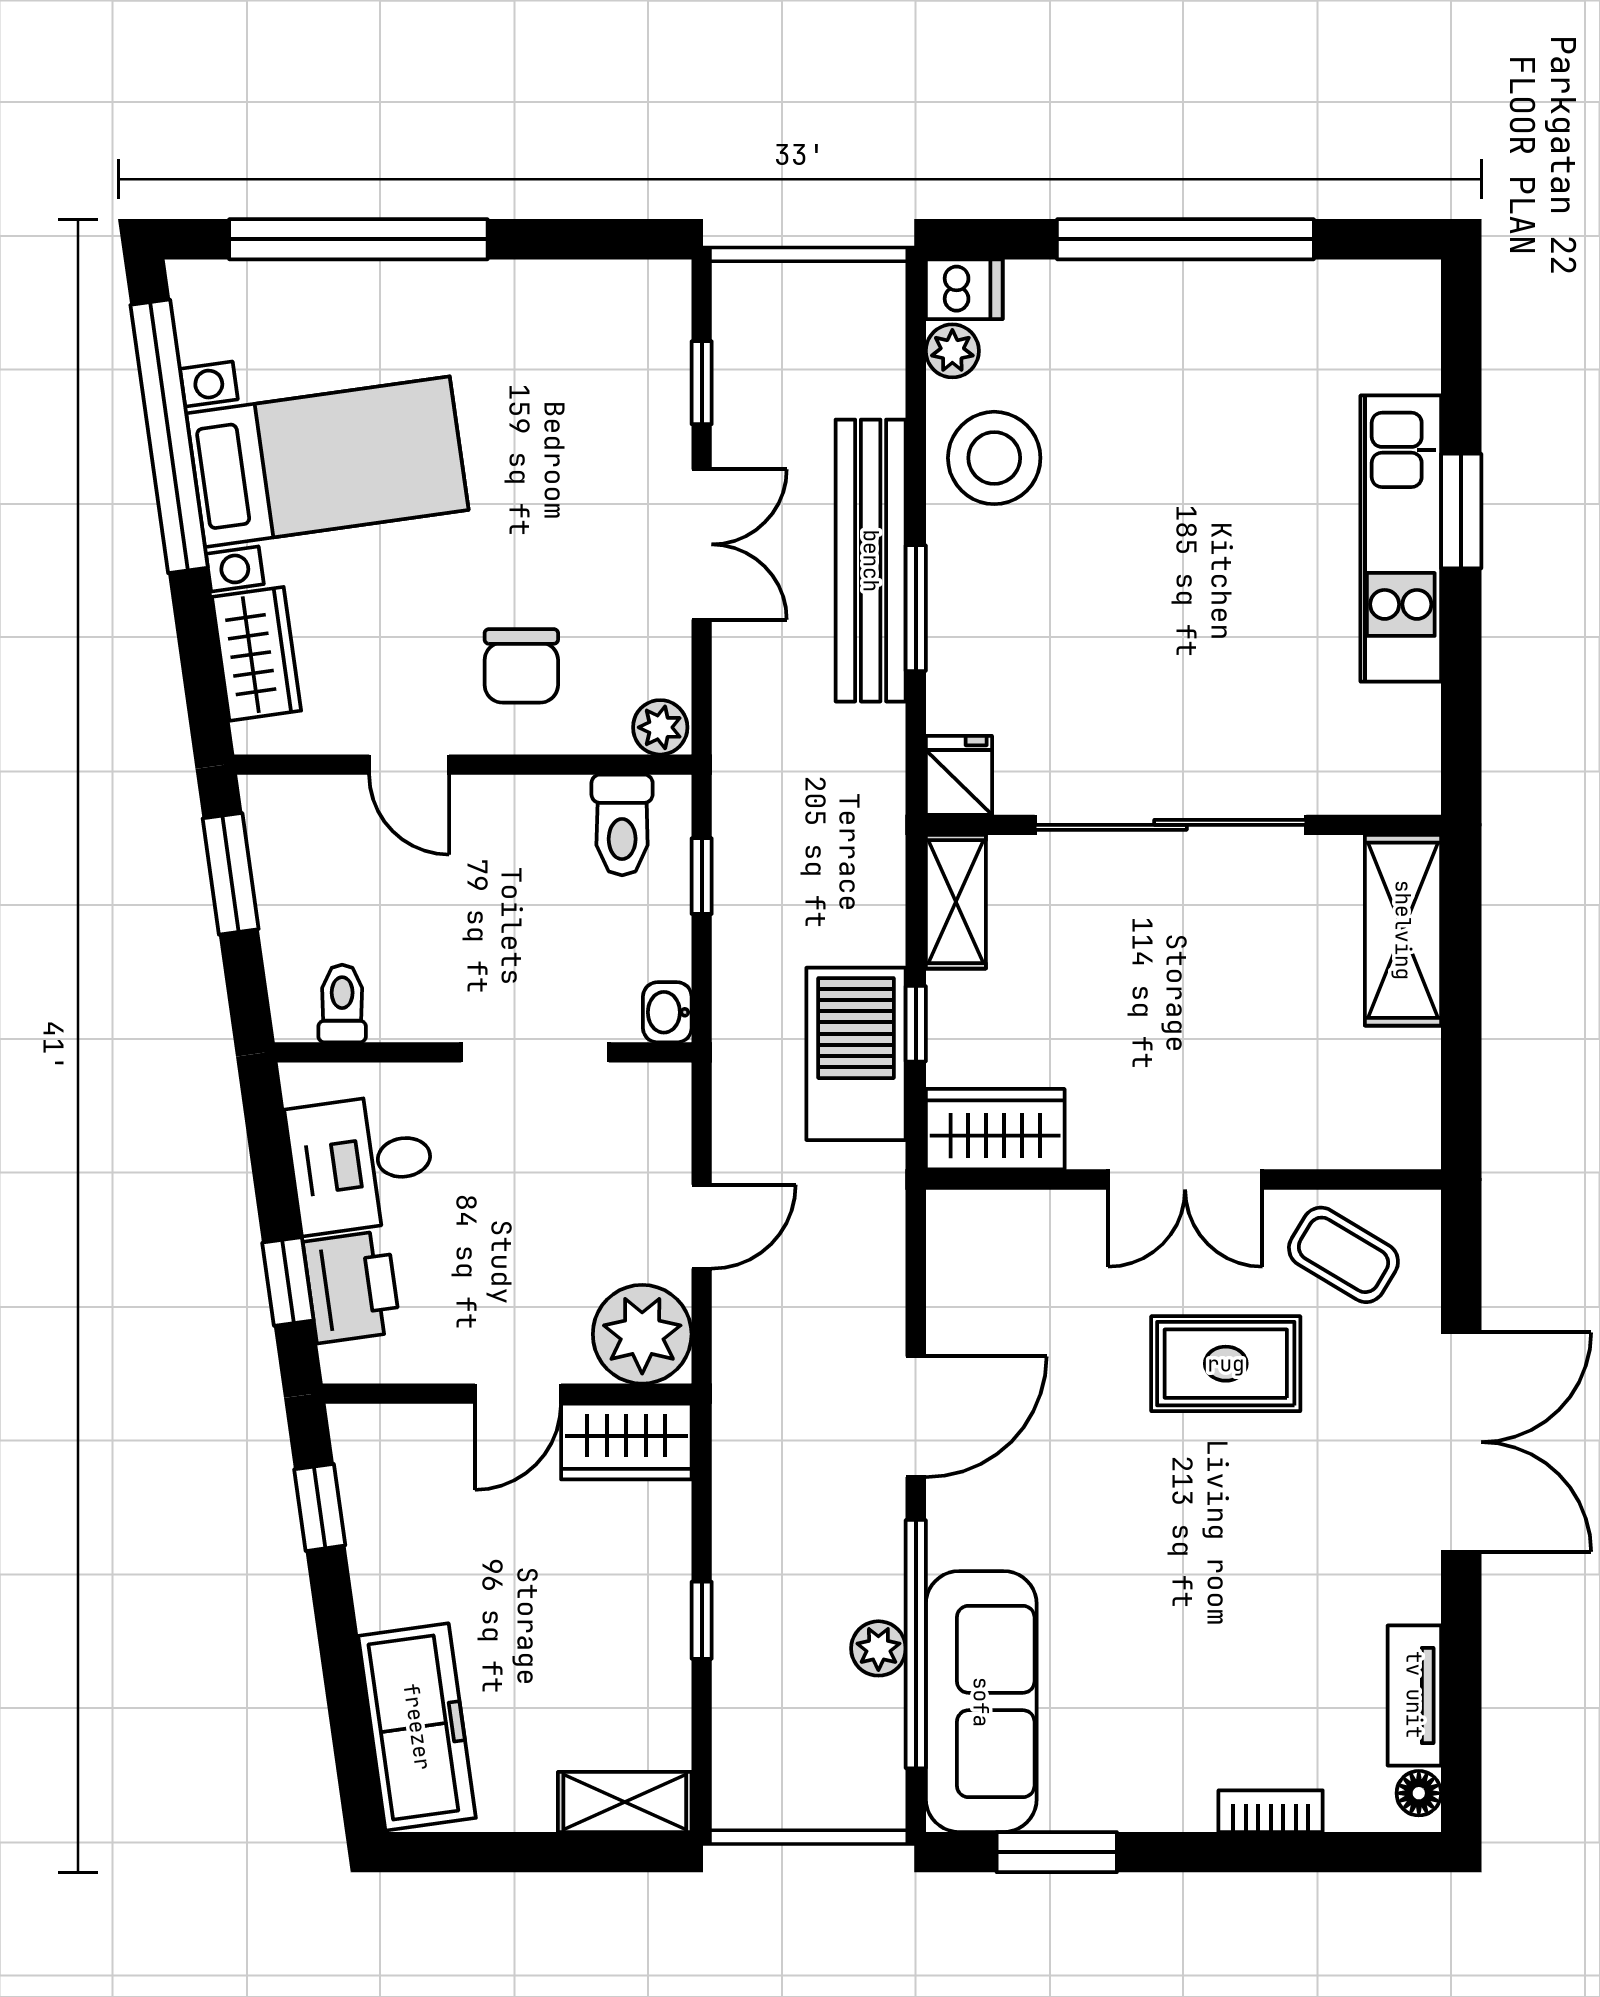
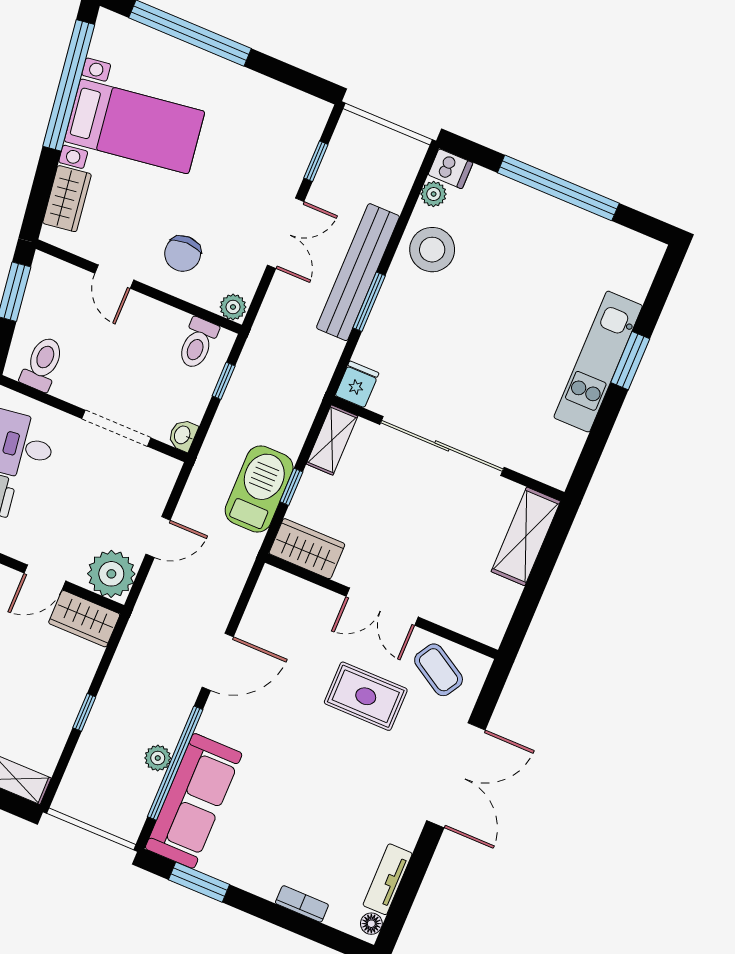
toilet: (342, 1003) -> (42, 364), width x1.37, depth x1.39

